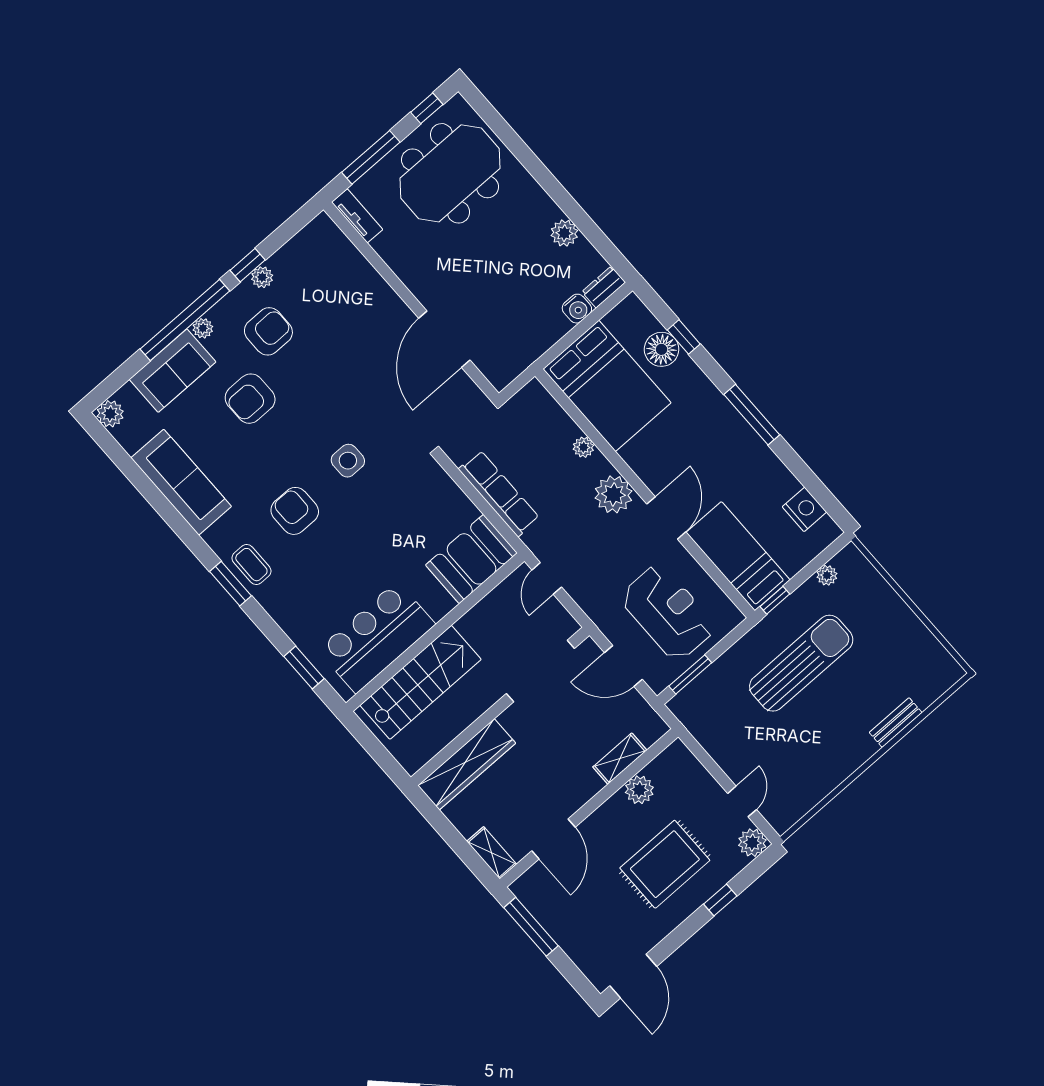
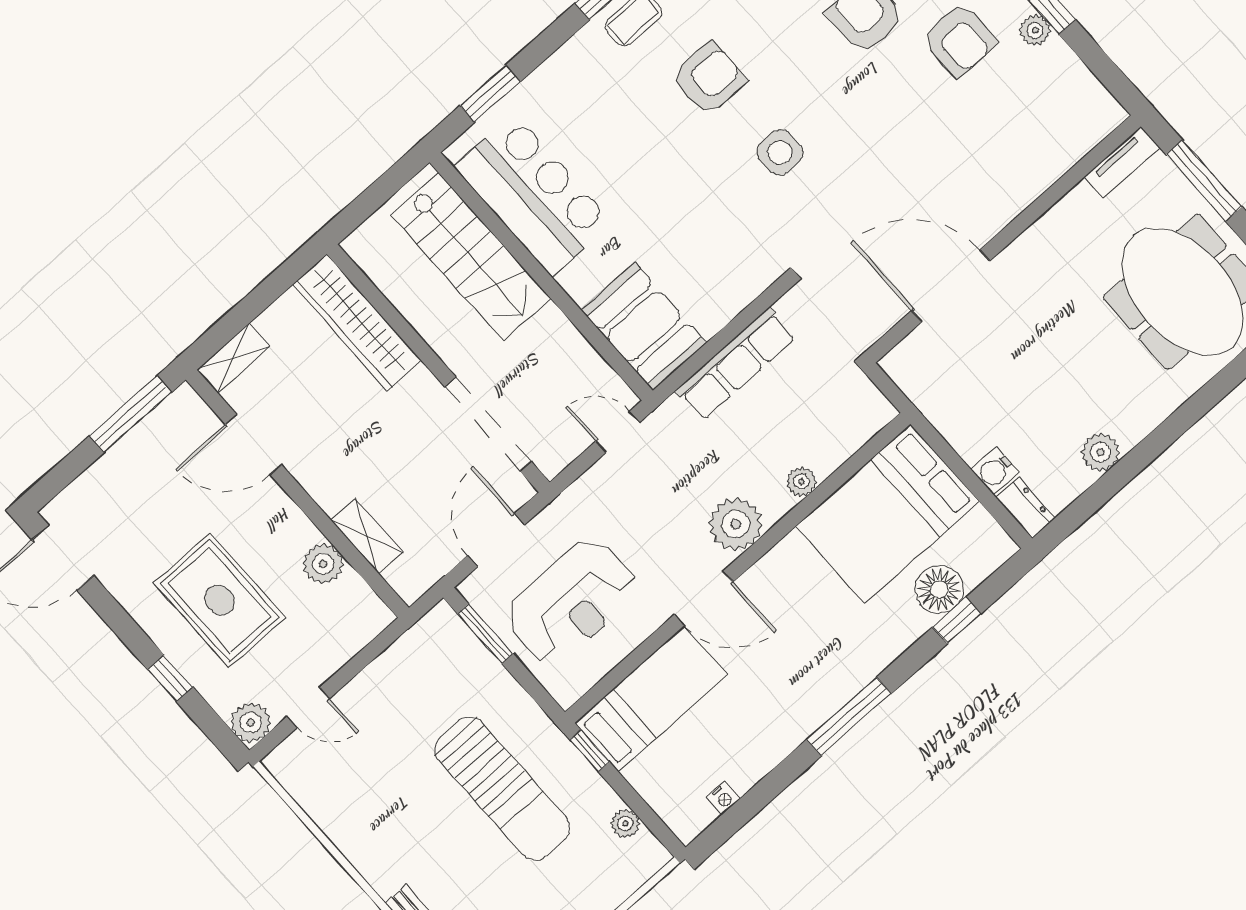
nightstand: (804, 509) -> (723, 798), width x0.53, depth x0.56

